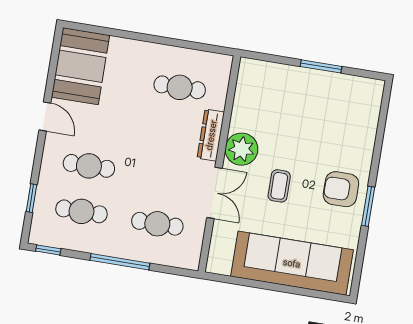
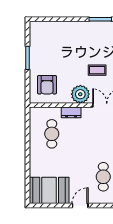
dresser: (211, 135) -> (71, 112), width x0.70
armchair: (341, 189) -> (47, 85), moved

